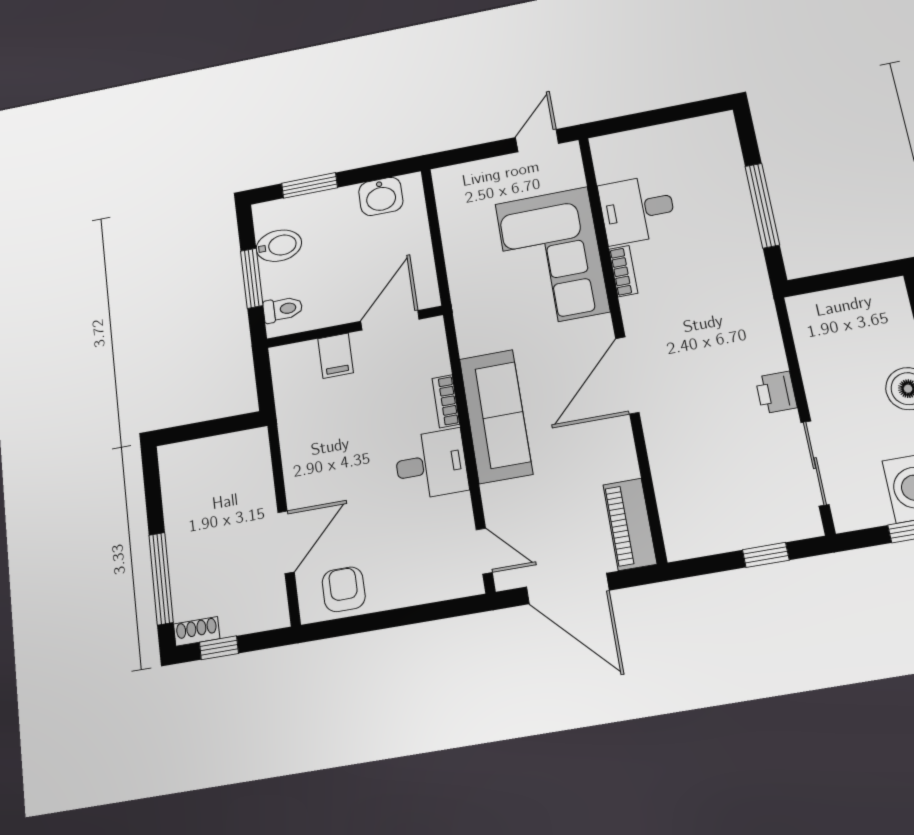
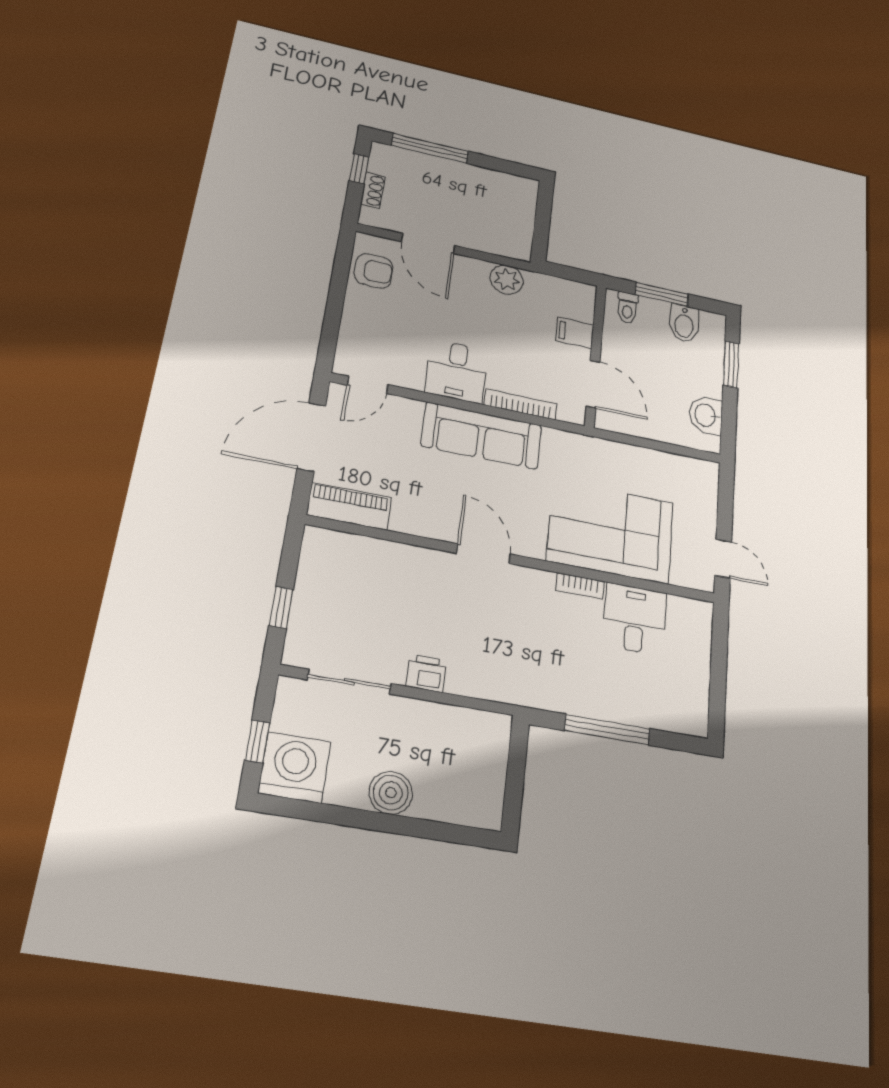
door: (627, 375) -> (483, 554), width x0.73
bookcase: (446, 401) -> (521, 404), width x1.56
plant: (298, 445) -> (507, 280), added
shoe rack: (197, 631) -> (373, 190), moved

